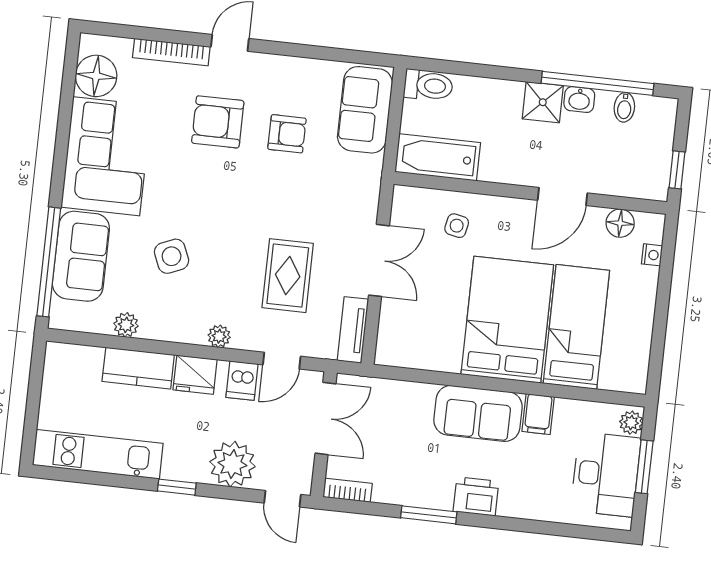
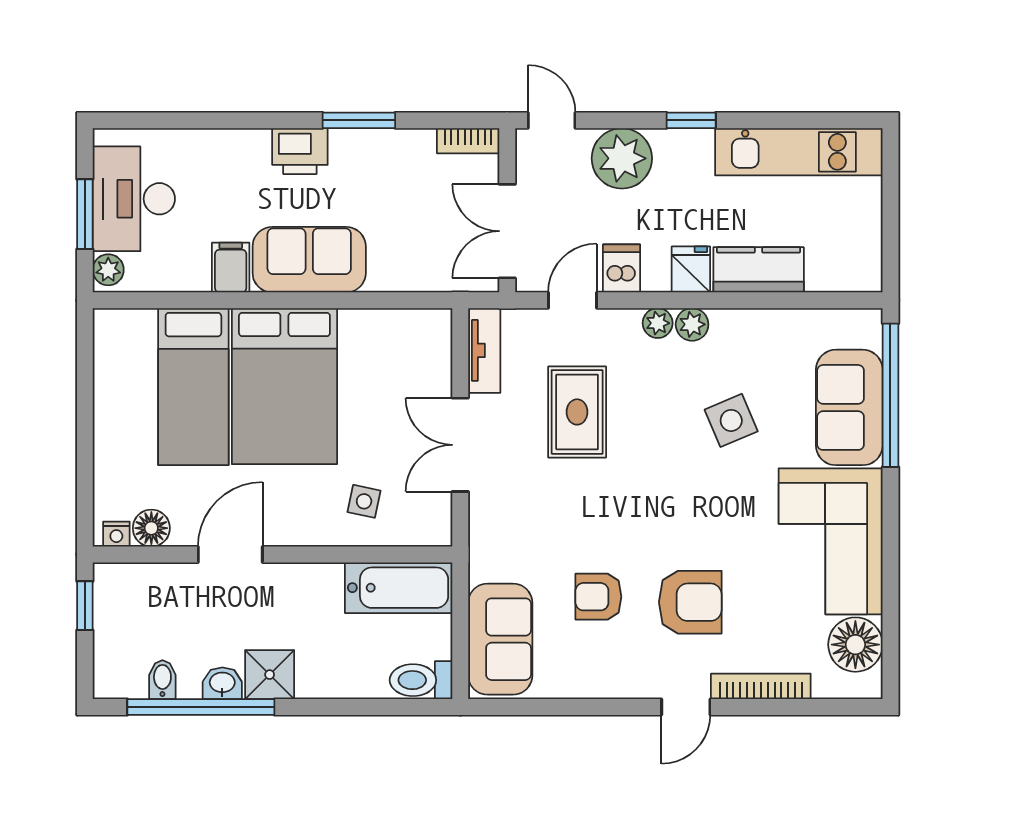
nightstand: (652, 255) -> (116, 534), moved, turned -90
plant: (126, 325) -> (692, 324), moved
fridge: (195, 375) -> (691, 269), width x0.72

